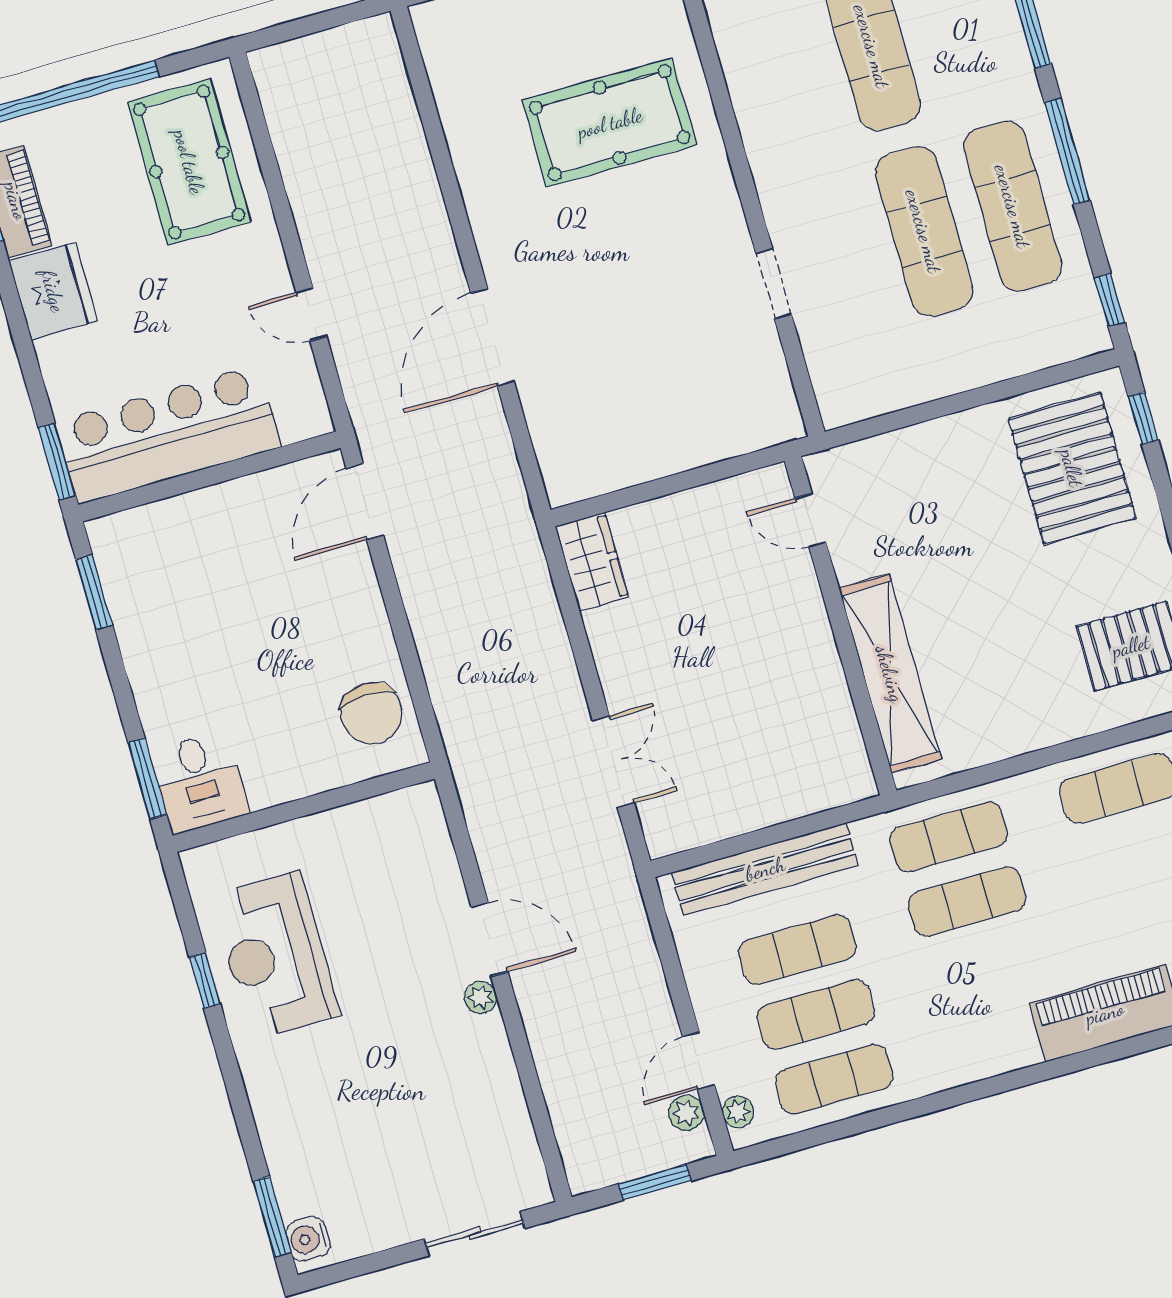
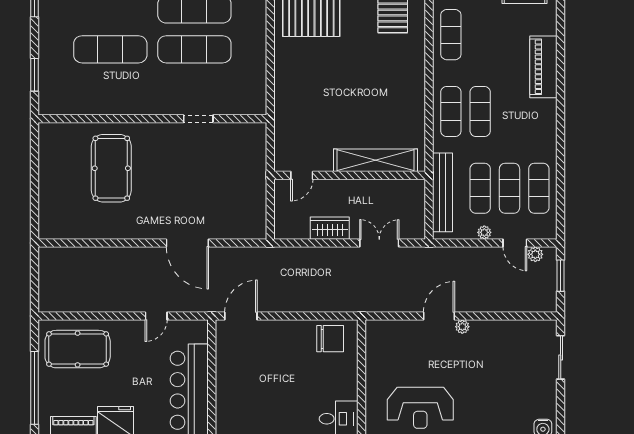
door: (365, 502) -> (241, 316), swing flipped
door: (810, 520) -> (302, 175), moved
wardrobe: (592, 562) -> (330, 228), moved
wall: (841, 626) -> (350, 175), moved
shelving: (890, 674) -> (376, 160), moved
plant: (738, 1112) -> (484, 232), moved

